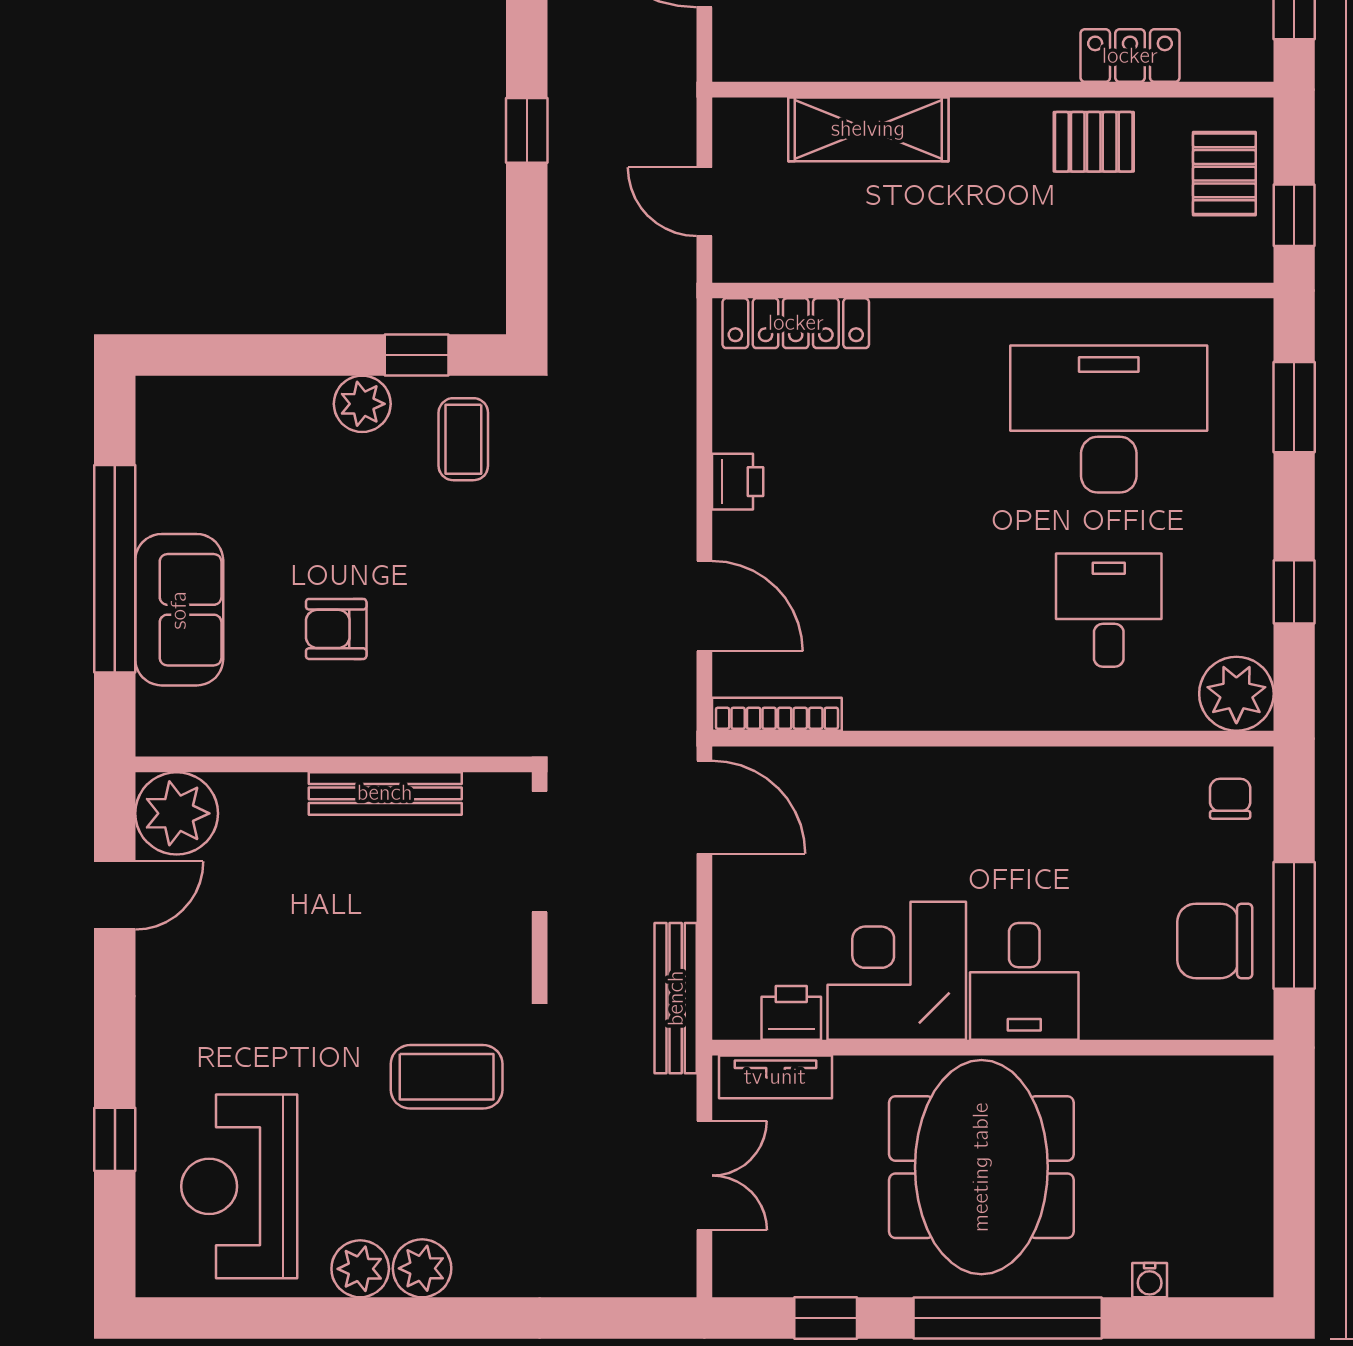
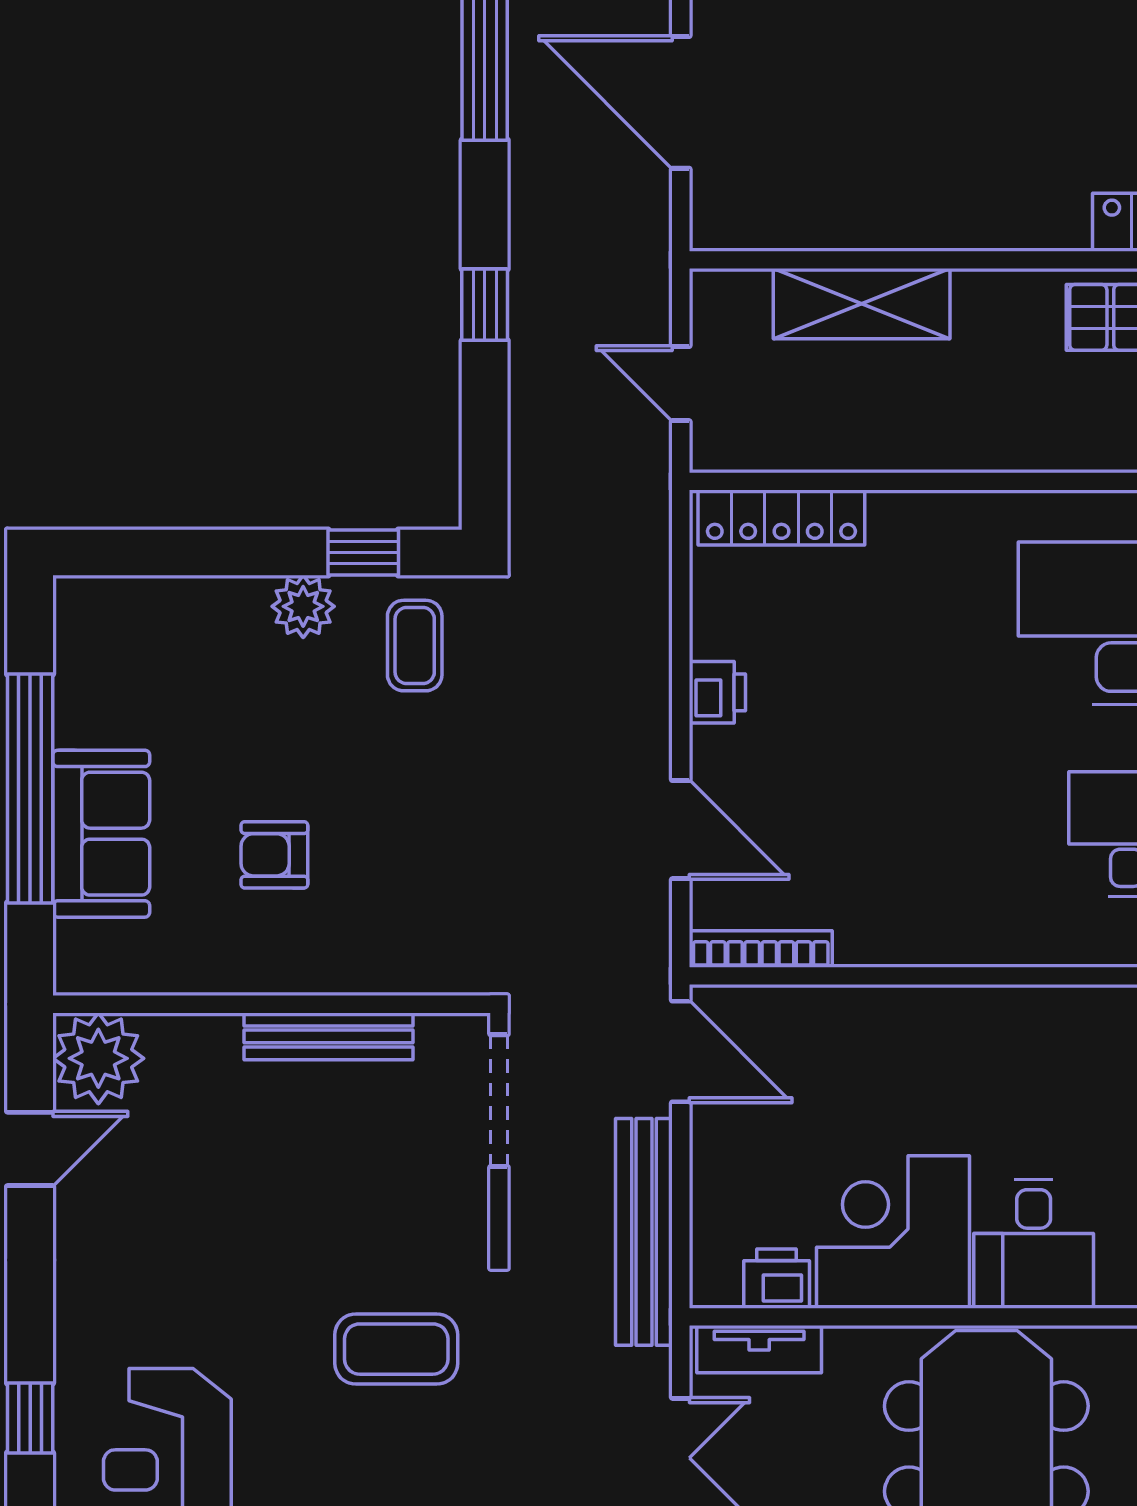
bench: (676, 998) -> (644, 1232), width x1.37, depth x1.21

